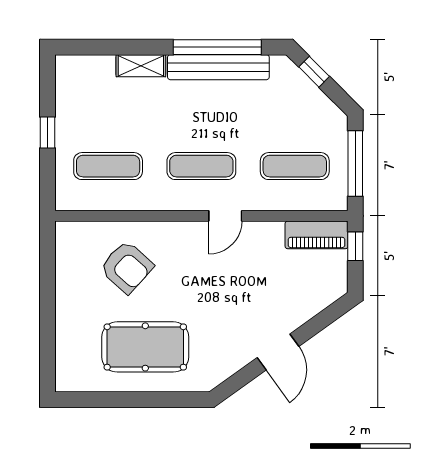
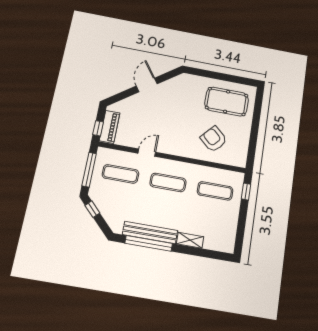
window: (314, 72) -> (92, 209), moved
window: (48, 133) -> (246, 192), moved
door: (225, 216) -> (147, 153), moved
piano: (317, 235) -> (110, 127), moved, turned 90
pool table: (145, 347) -> (227, 102), moved

